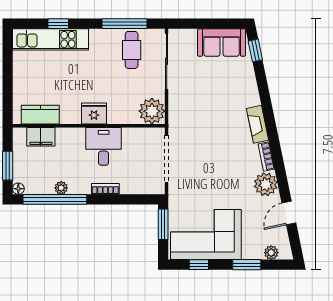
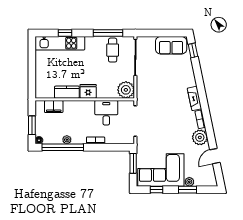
kitchen counter: (40, 115) -> (67, 92), moved
desk: (104, 146) -> (106, 113), moved
plant: (271, 253) -> (189, 182), moved

